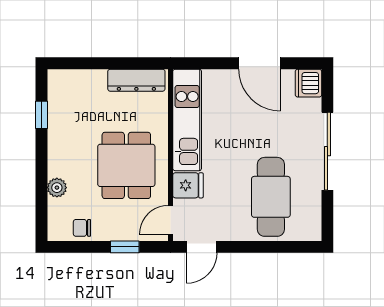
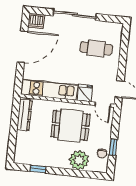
door: (259, 63) -> (22, 47), width x1.36
plant: (57, 188) -> (79, 160), width x1.87, depth x1.87
cafe table: (271, 197) -> (96, 48), width x0.73, depth x0.74
window: (125, 247) -> (113, 147), moved

